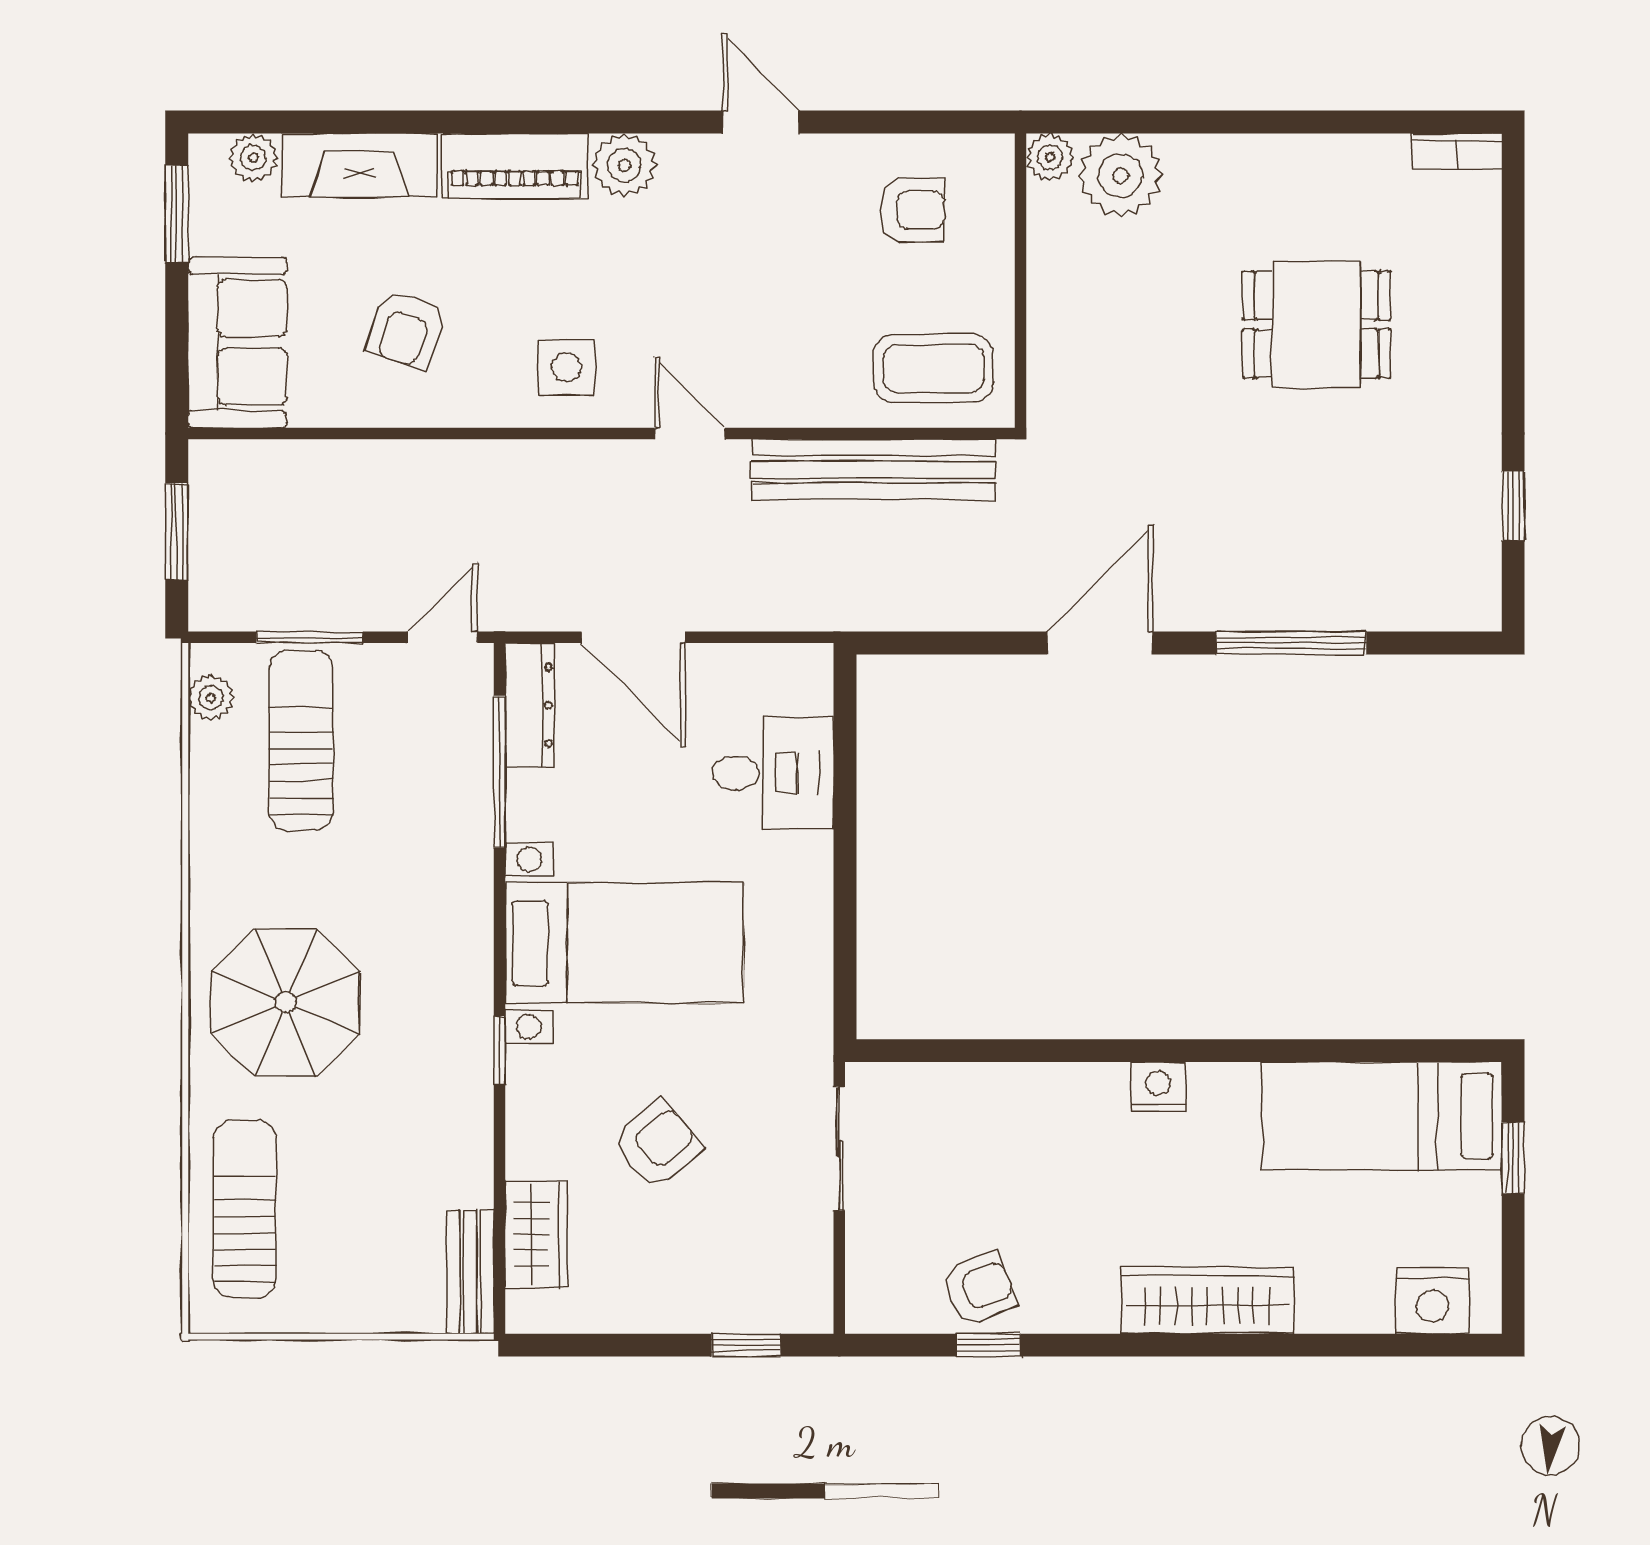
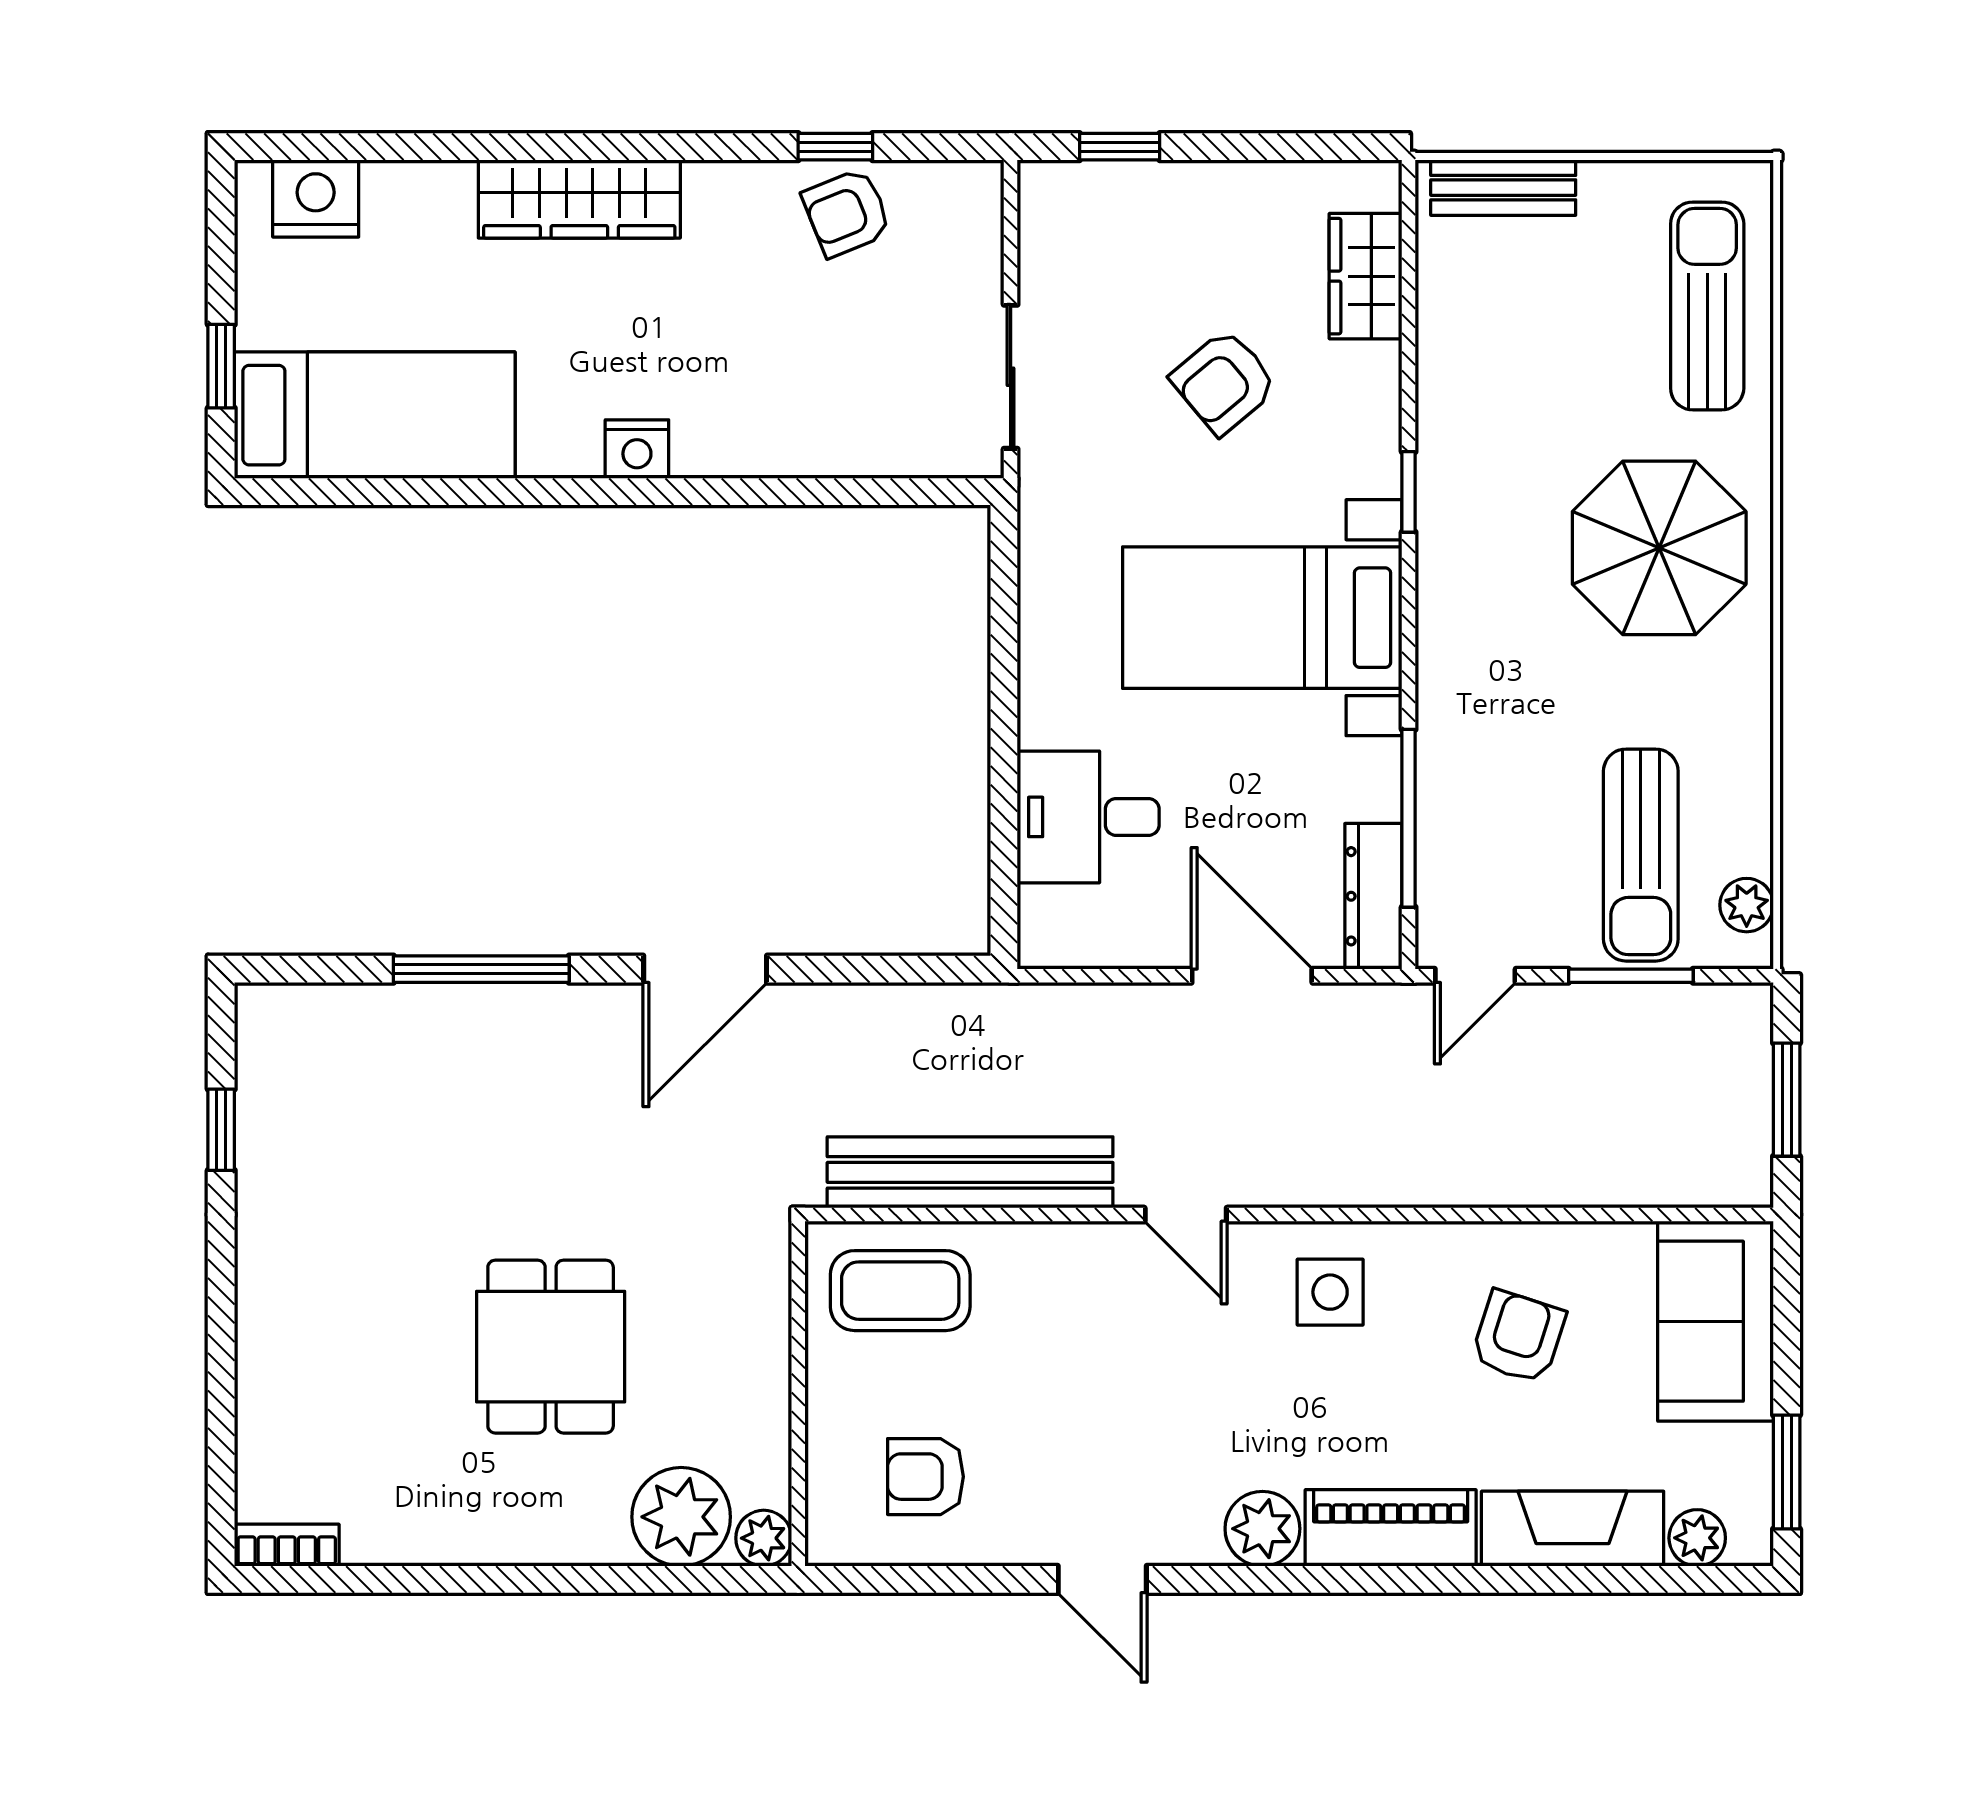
dining table: (1316, 325) -> (551, 1347), moved, turned 90
sun lounger: (245, 1209) -> (1707, 306), turned 180
bench: (470, 1272) -> (1503, 188), moved, turned 90

